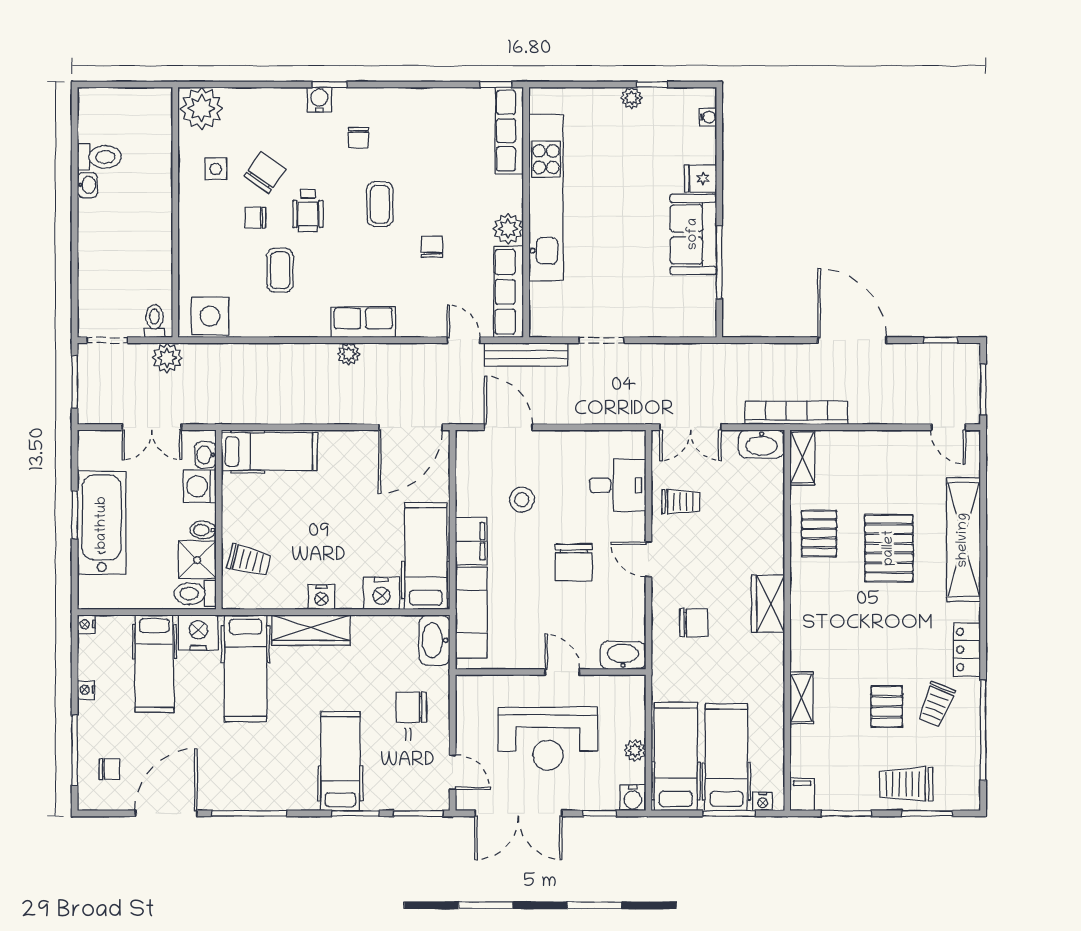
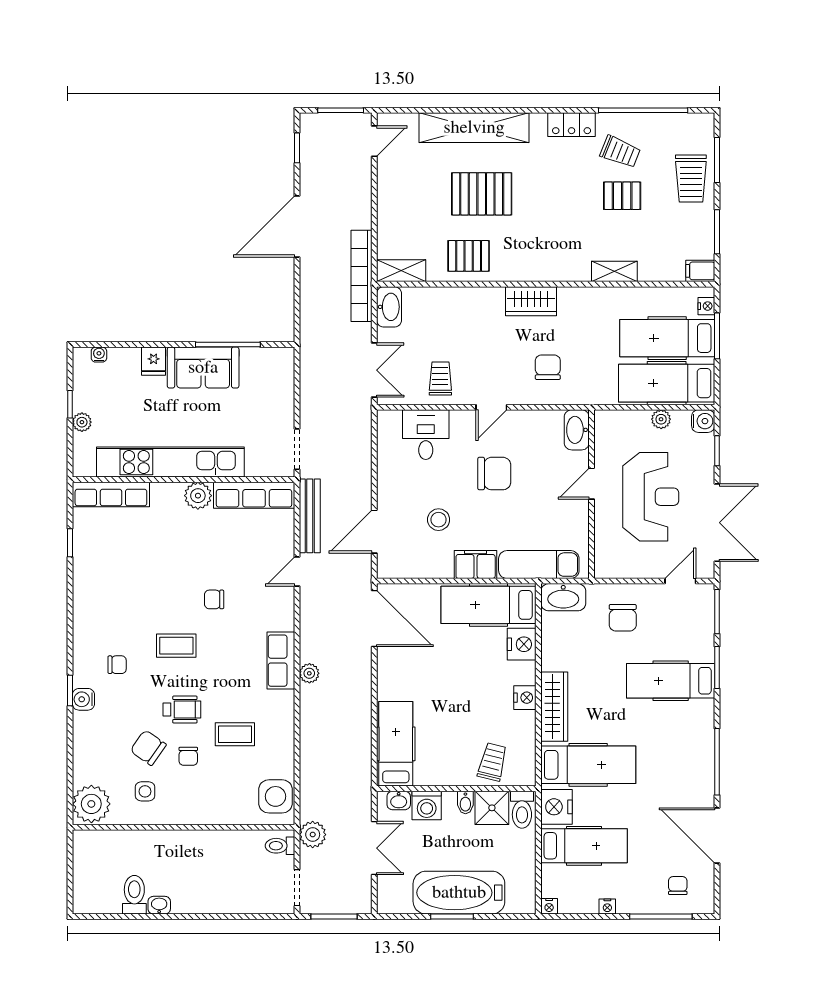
row of seats: (509, 131) -> (111, 495), moved
kitchen unit: (546, 197) -> (170, 462), moved
wall: (526, 212) -> (183, 480), moved
plant: (508, 229) -> (198, 496), moved
row of seats: (509, 292) -> (254, 495), moved

